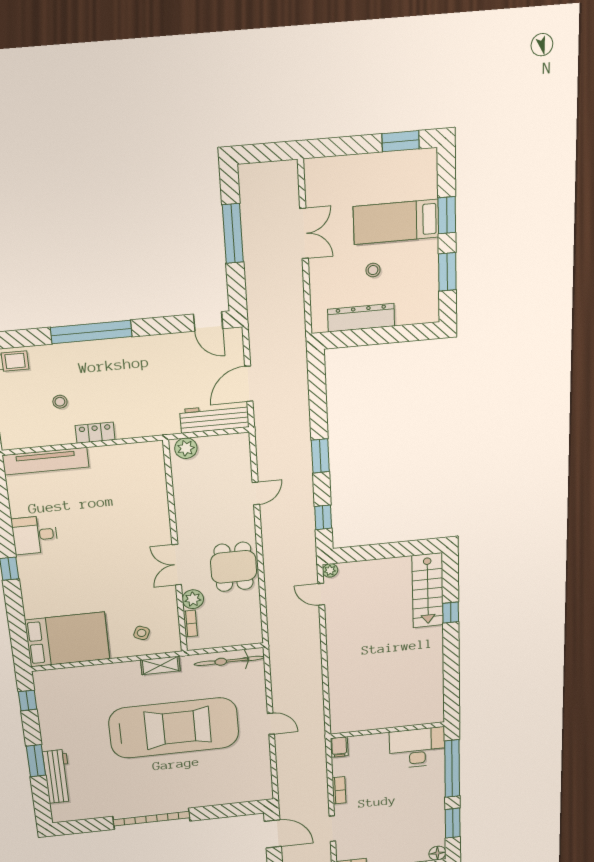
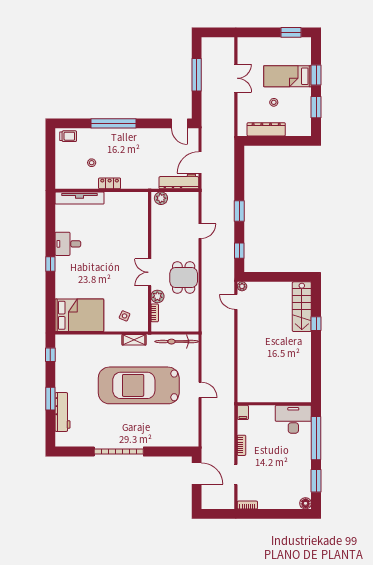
car: (174, 728) -> (139, 385), turned 180

